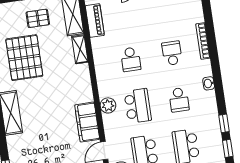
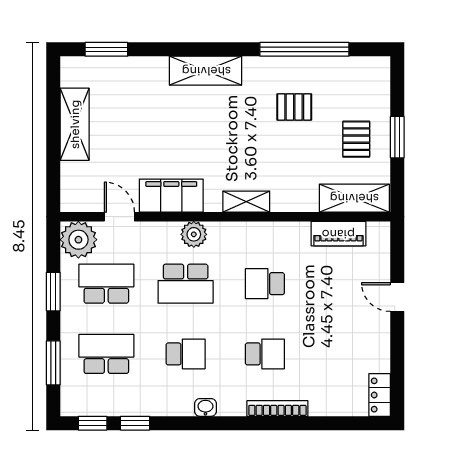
shelving: (80, 49) -> (246, 202), moved
pallet: (24, 58) -> (294, 107), width x0.49, depth x0.50
school desk: (179, 100) -> (186, 354), turned 180

